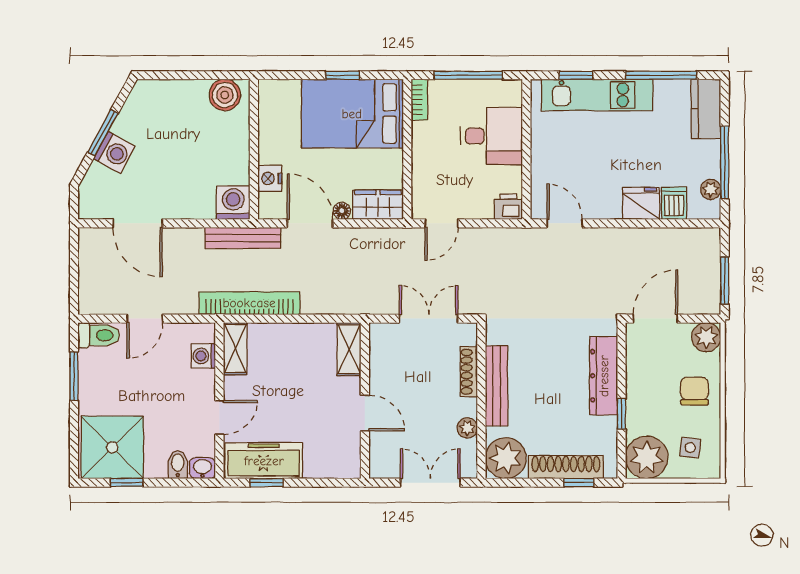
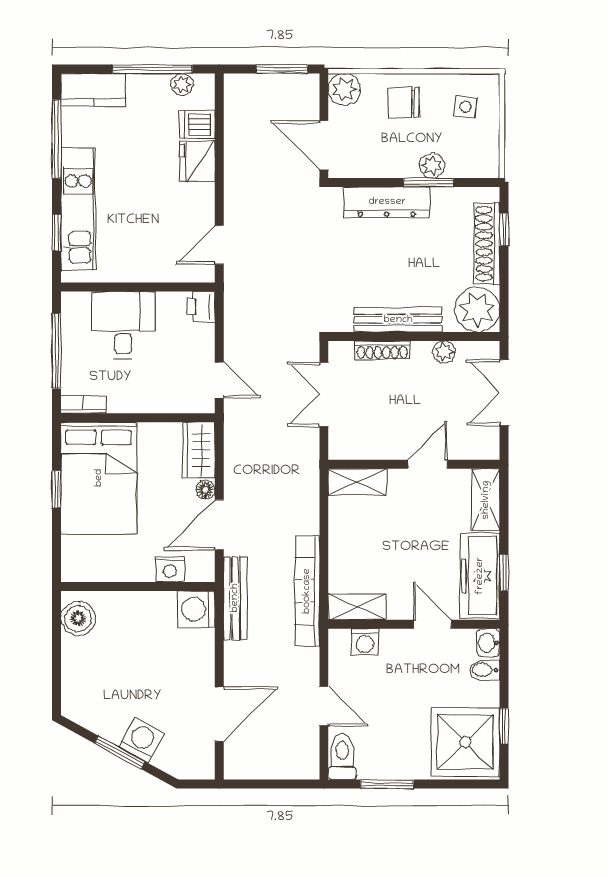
window: (622, 414) -> (428, 182), width x1.50
plant: (647, 457) -> (432, 166), moved, width x0.53, depth x0.53
shelving: (333, 466) -> (486, 500), added

